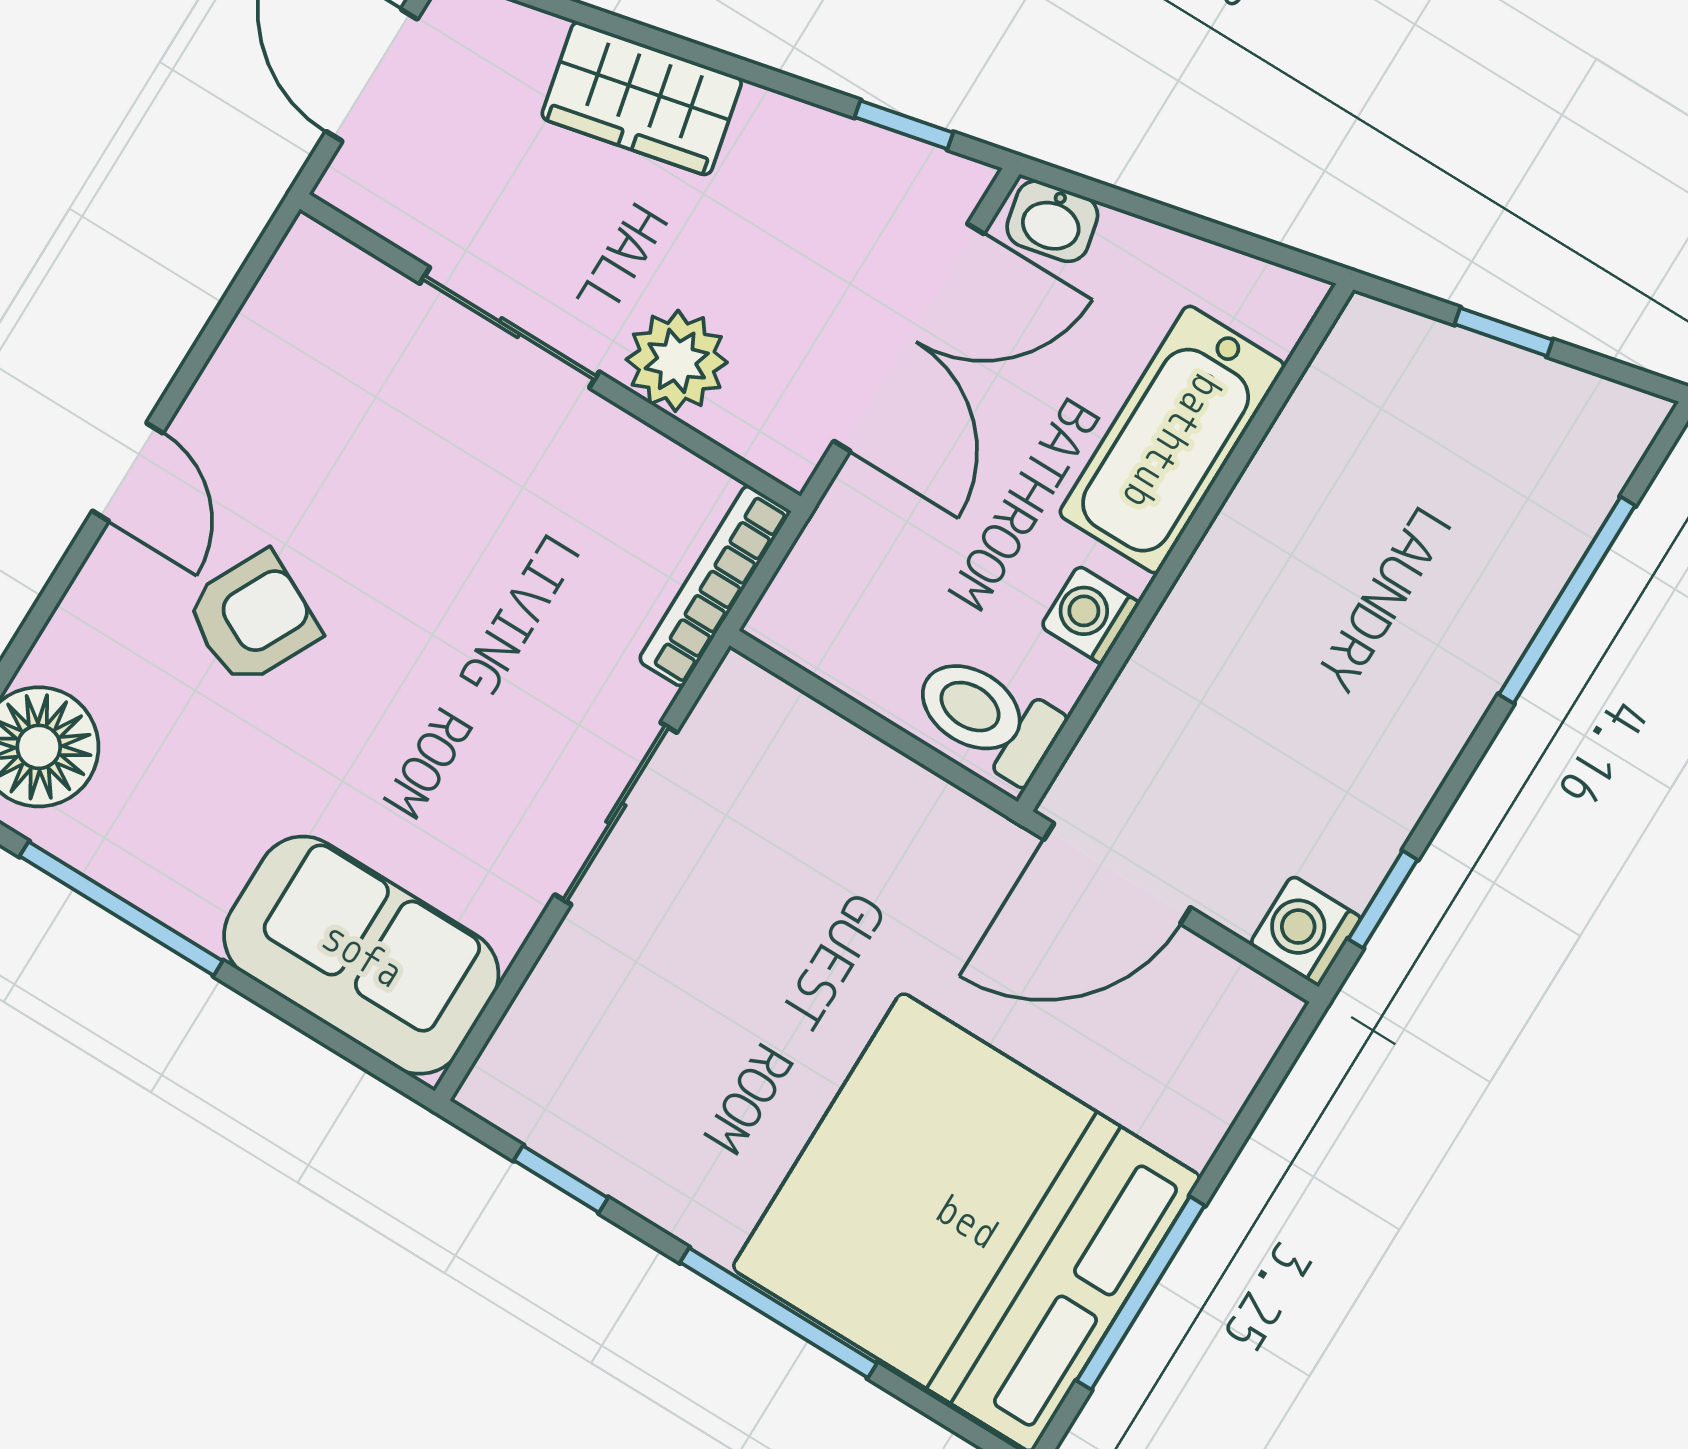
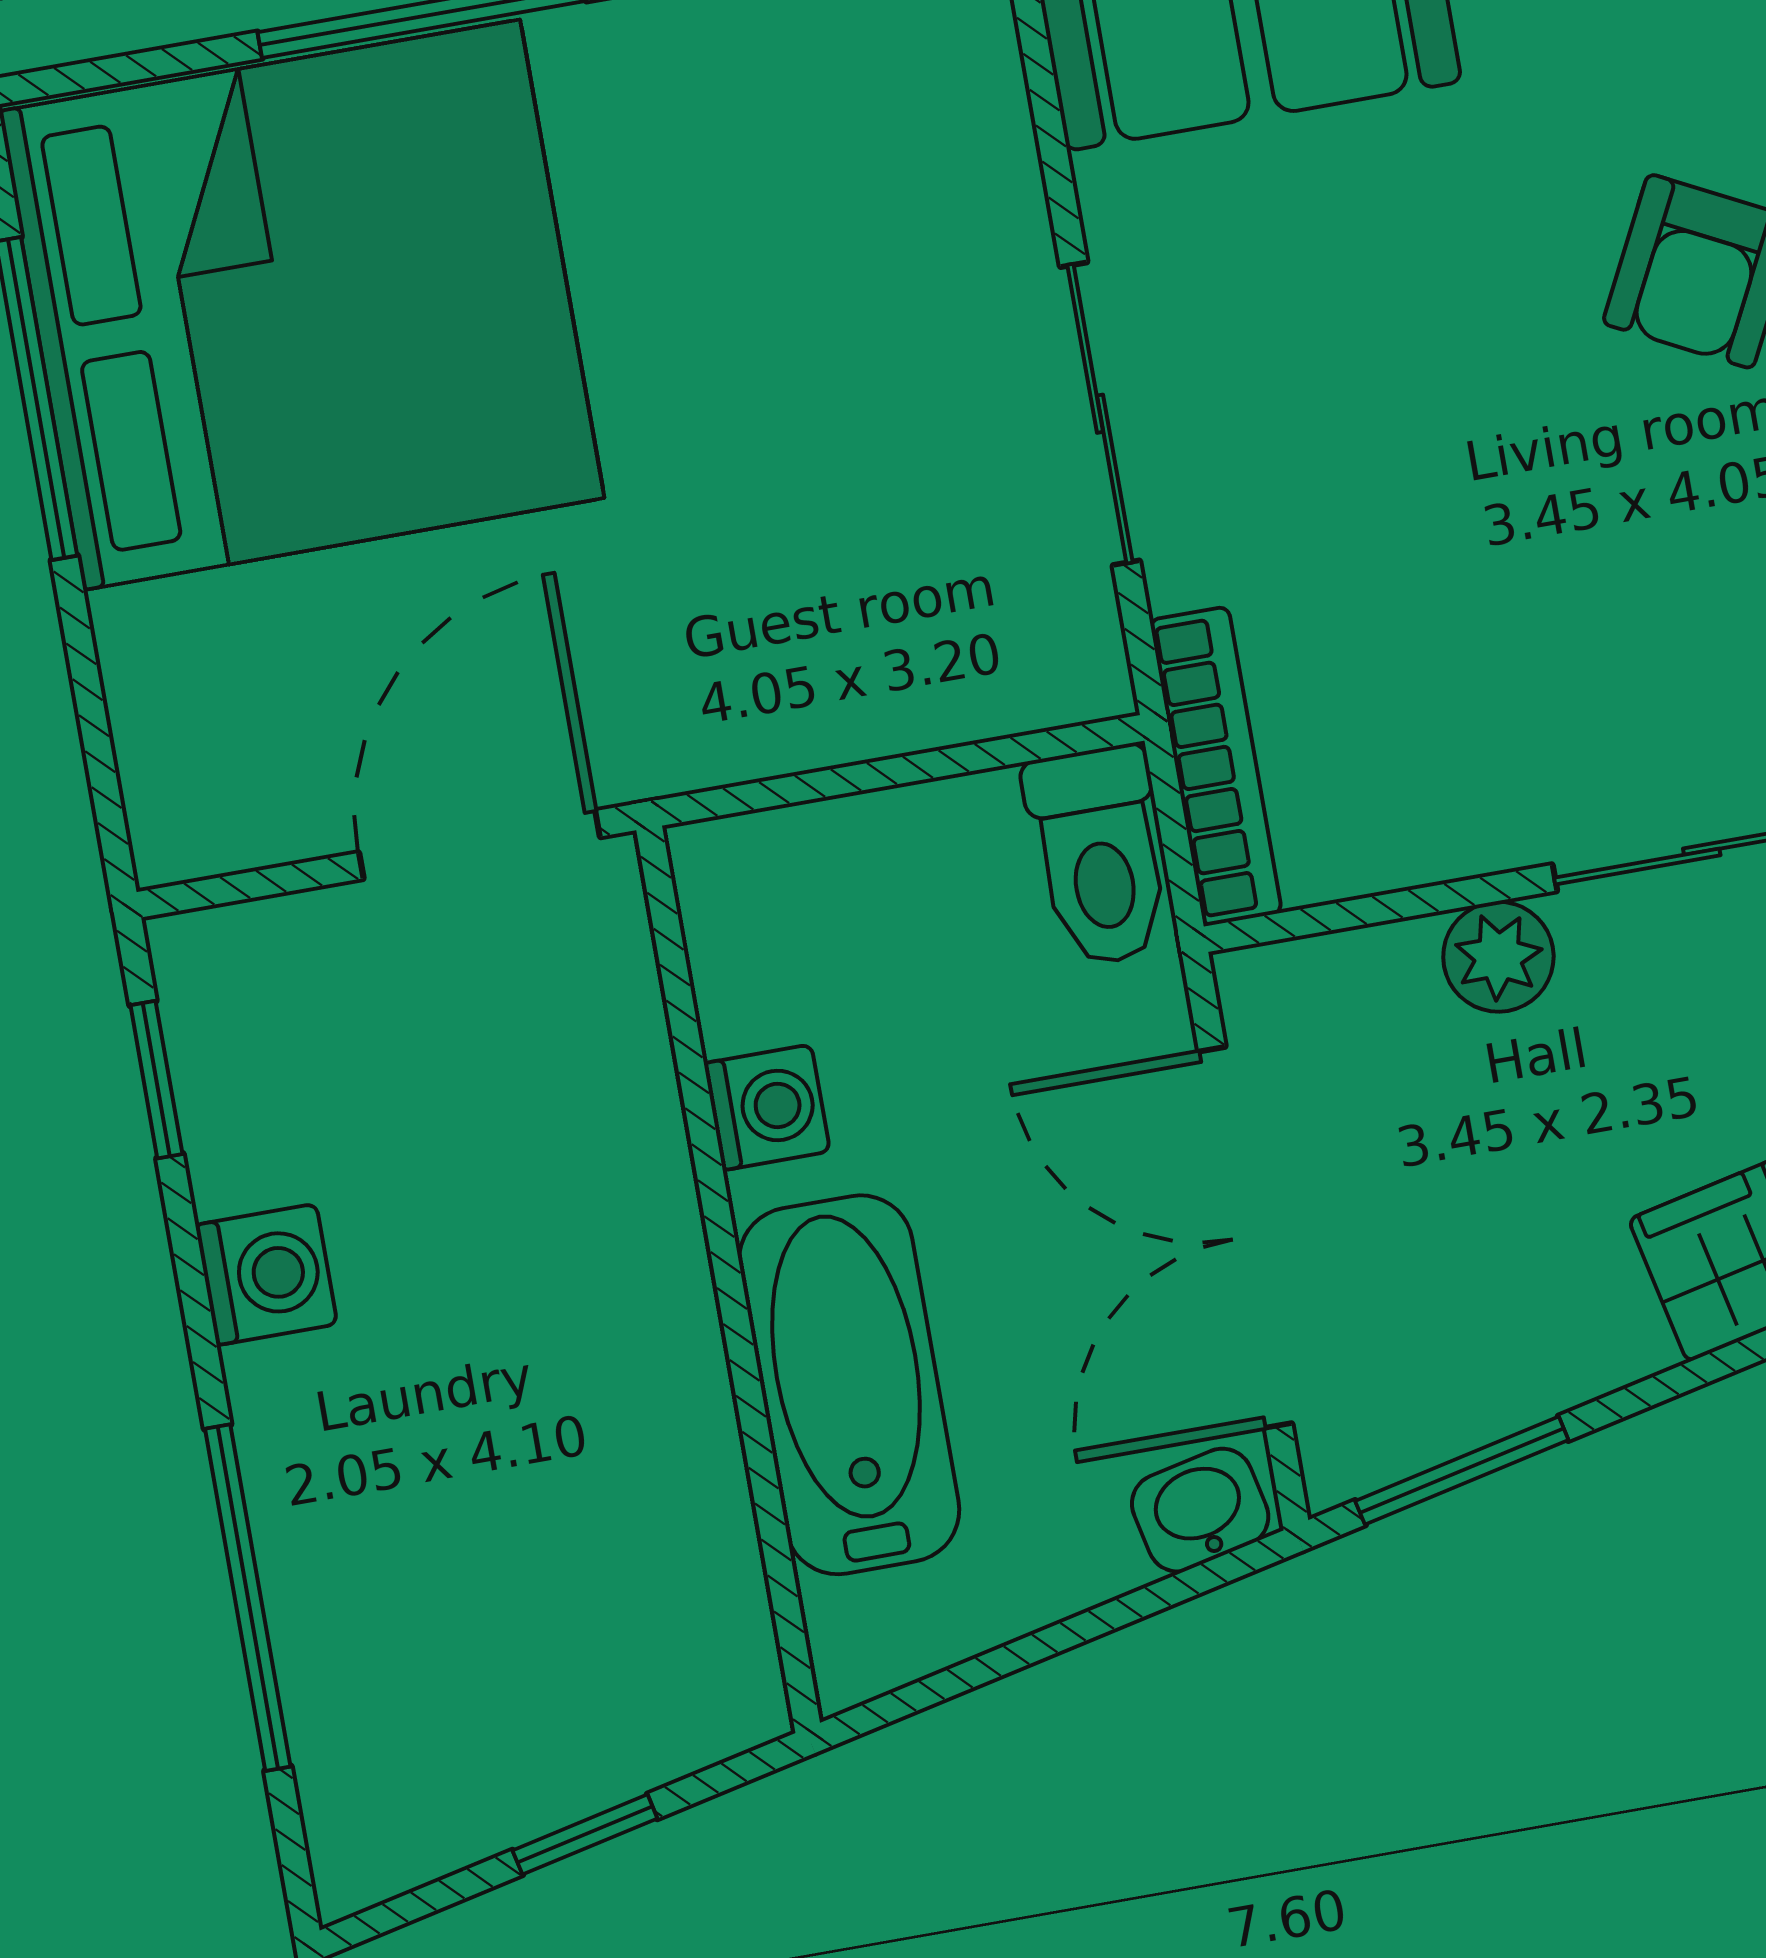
window: (904, 125) -> (1462, 1470), width x1.50
plant: (677, 361) -> (1498, 957), width x0.73, depth x0.73
toilet: (987, 717) -> (1100, 856), moved, turned 90
washing machine: (1305, 931) -> (266, 1275), moved

